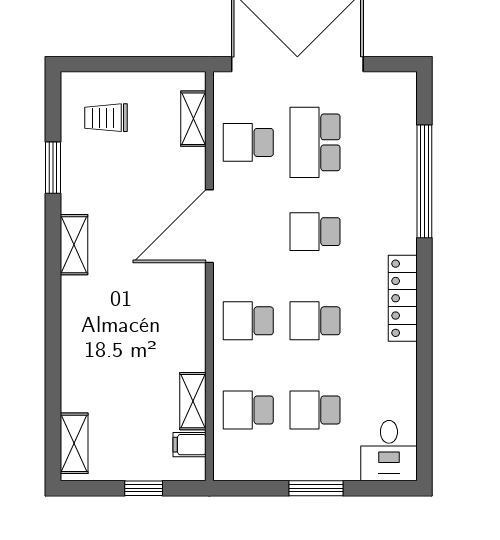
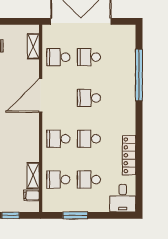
school desk: (315, 142) -> (89, 57), width x0.54
locker: (403, 298) -> (129, 155), moved
window: (316, 488) -> (75, 215), moved

